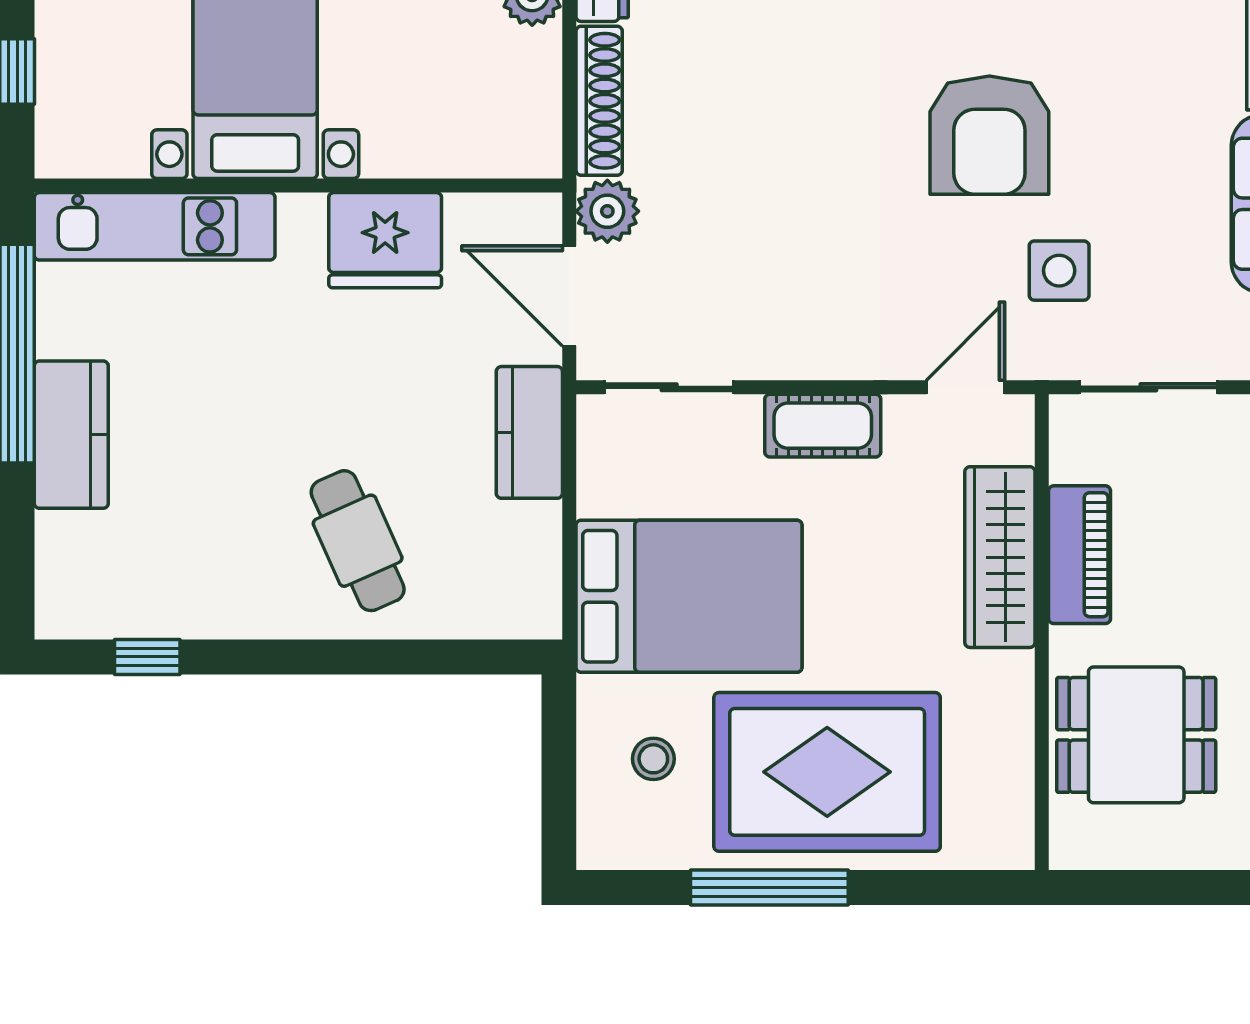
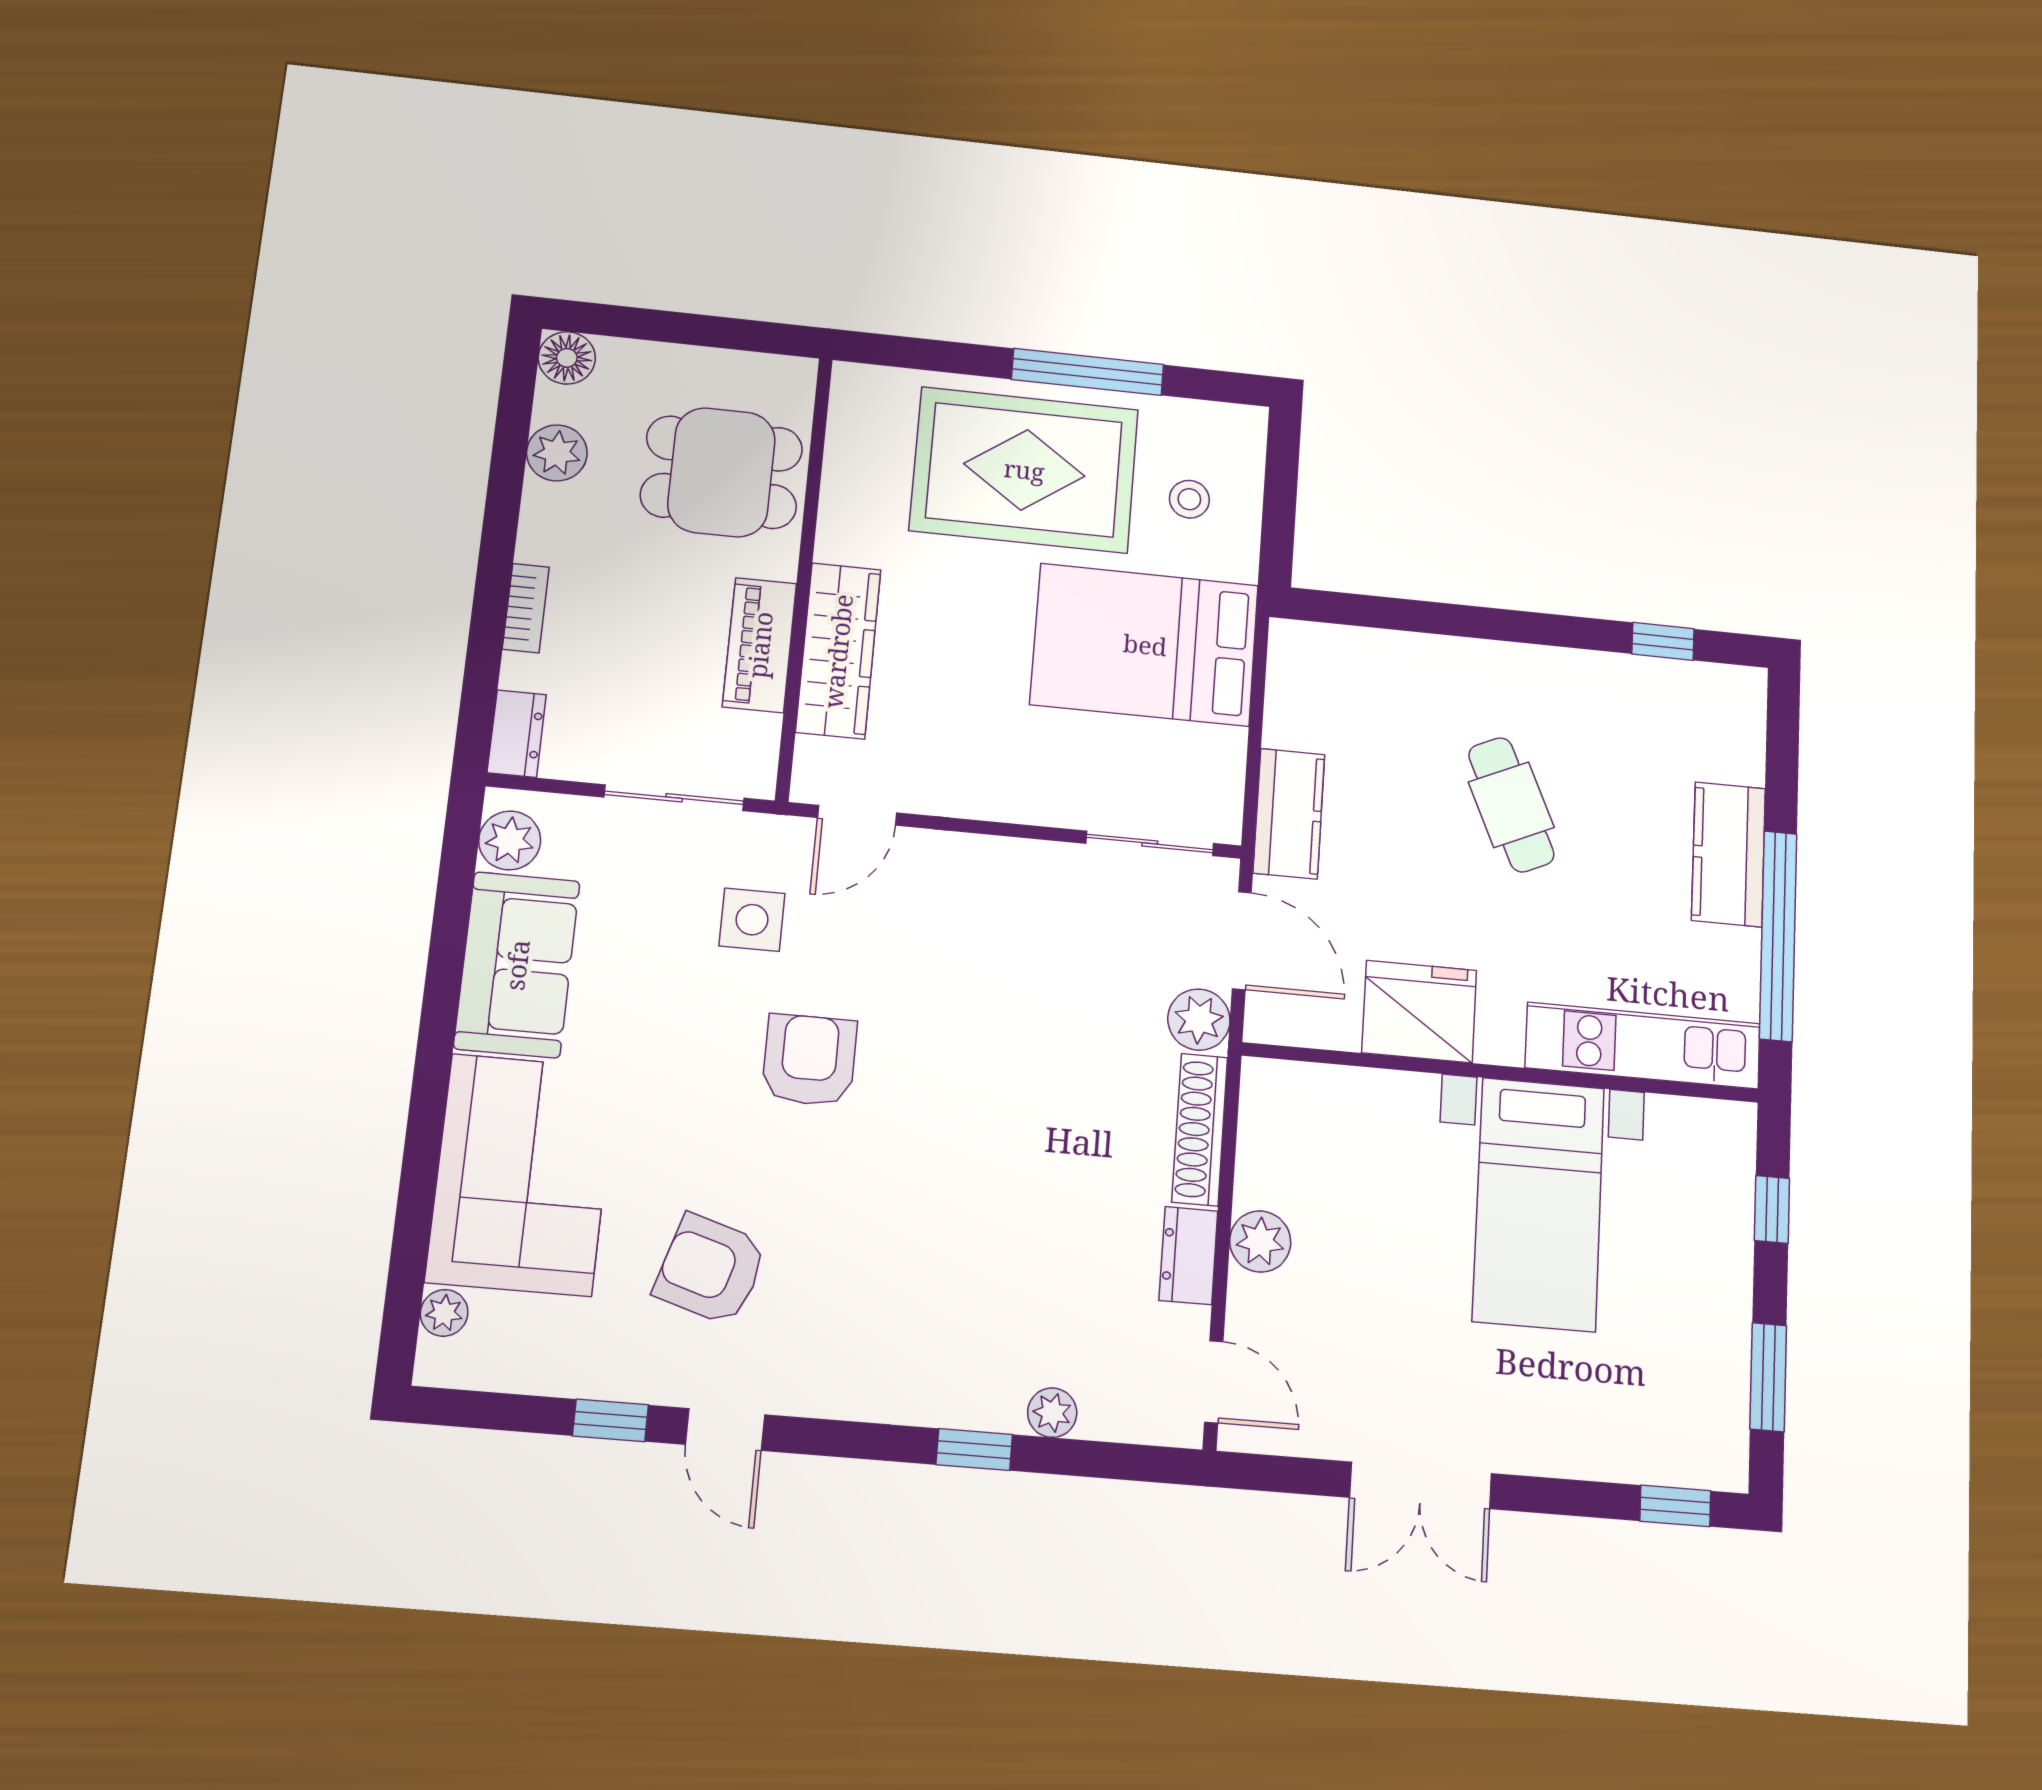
armchair: (989, 135) -> (809, 1060), width x0.73, depth x0.73
cot: (823, 426) -> (1002, 792), removed
cafe table: (358, 541) -> (1511, 805), moved

